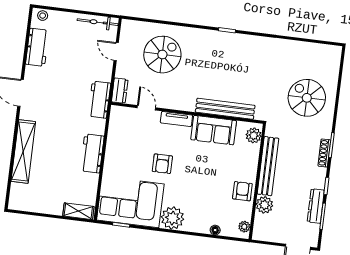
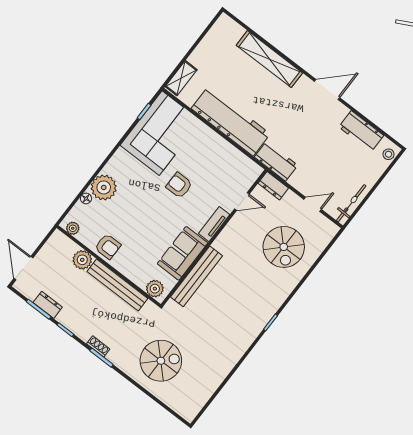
workbench: (92, 153) -> (231, 121), width x1.88, depth x1.32
shoe rack: (324, 153) -> (98, 346), width x0.70
dresser: (316, 206) -> (48, 305), width x0.70
plant: (173, 218) -> (104, 187), moved

